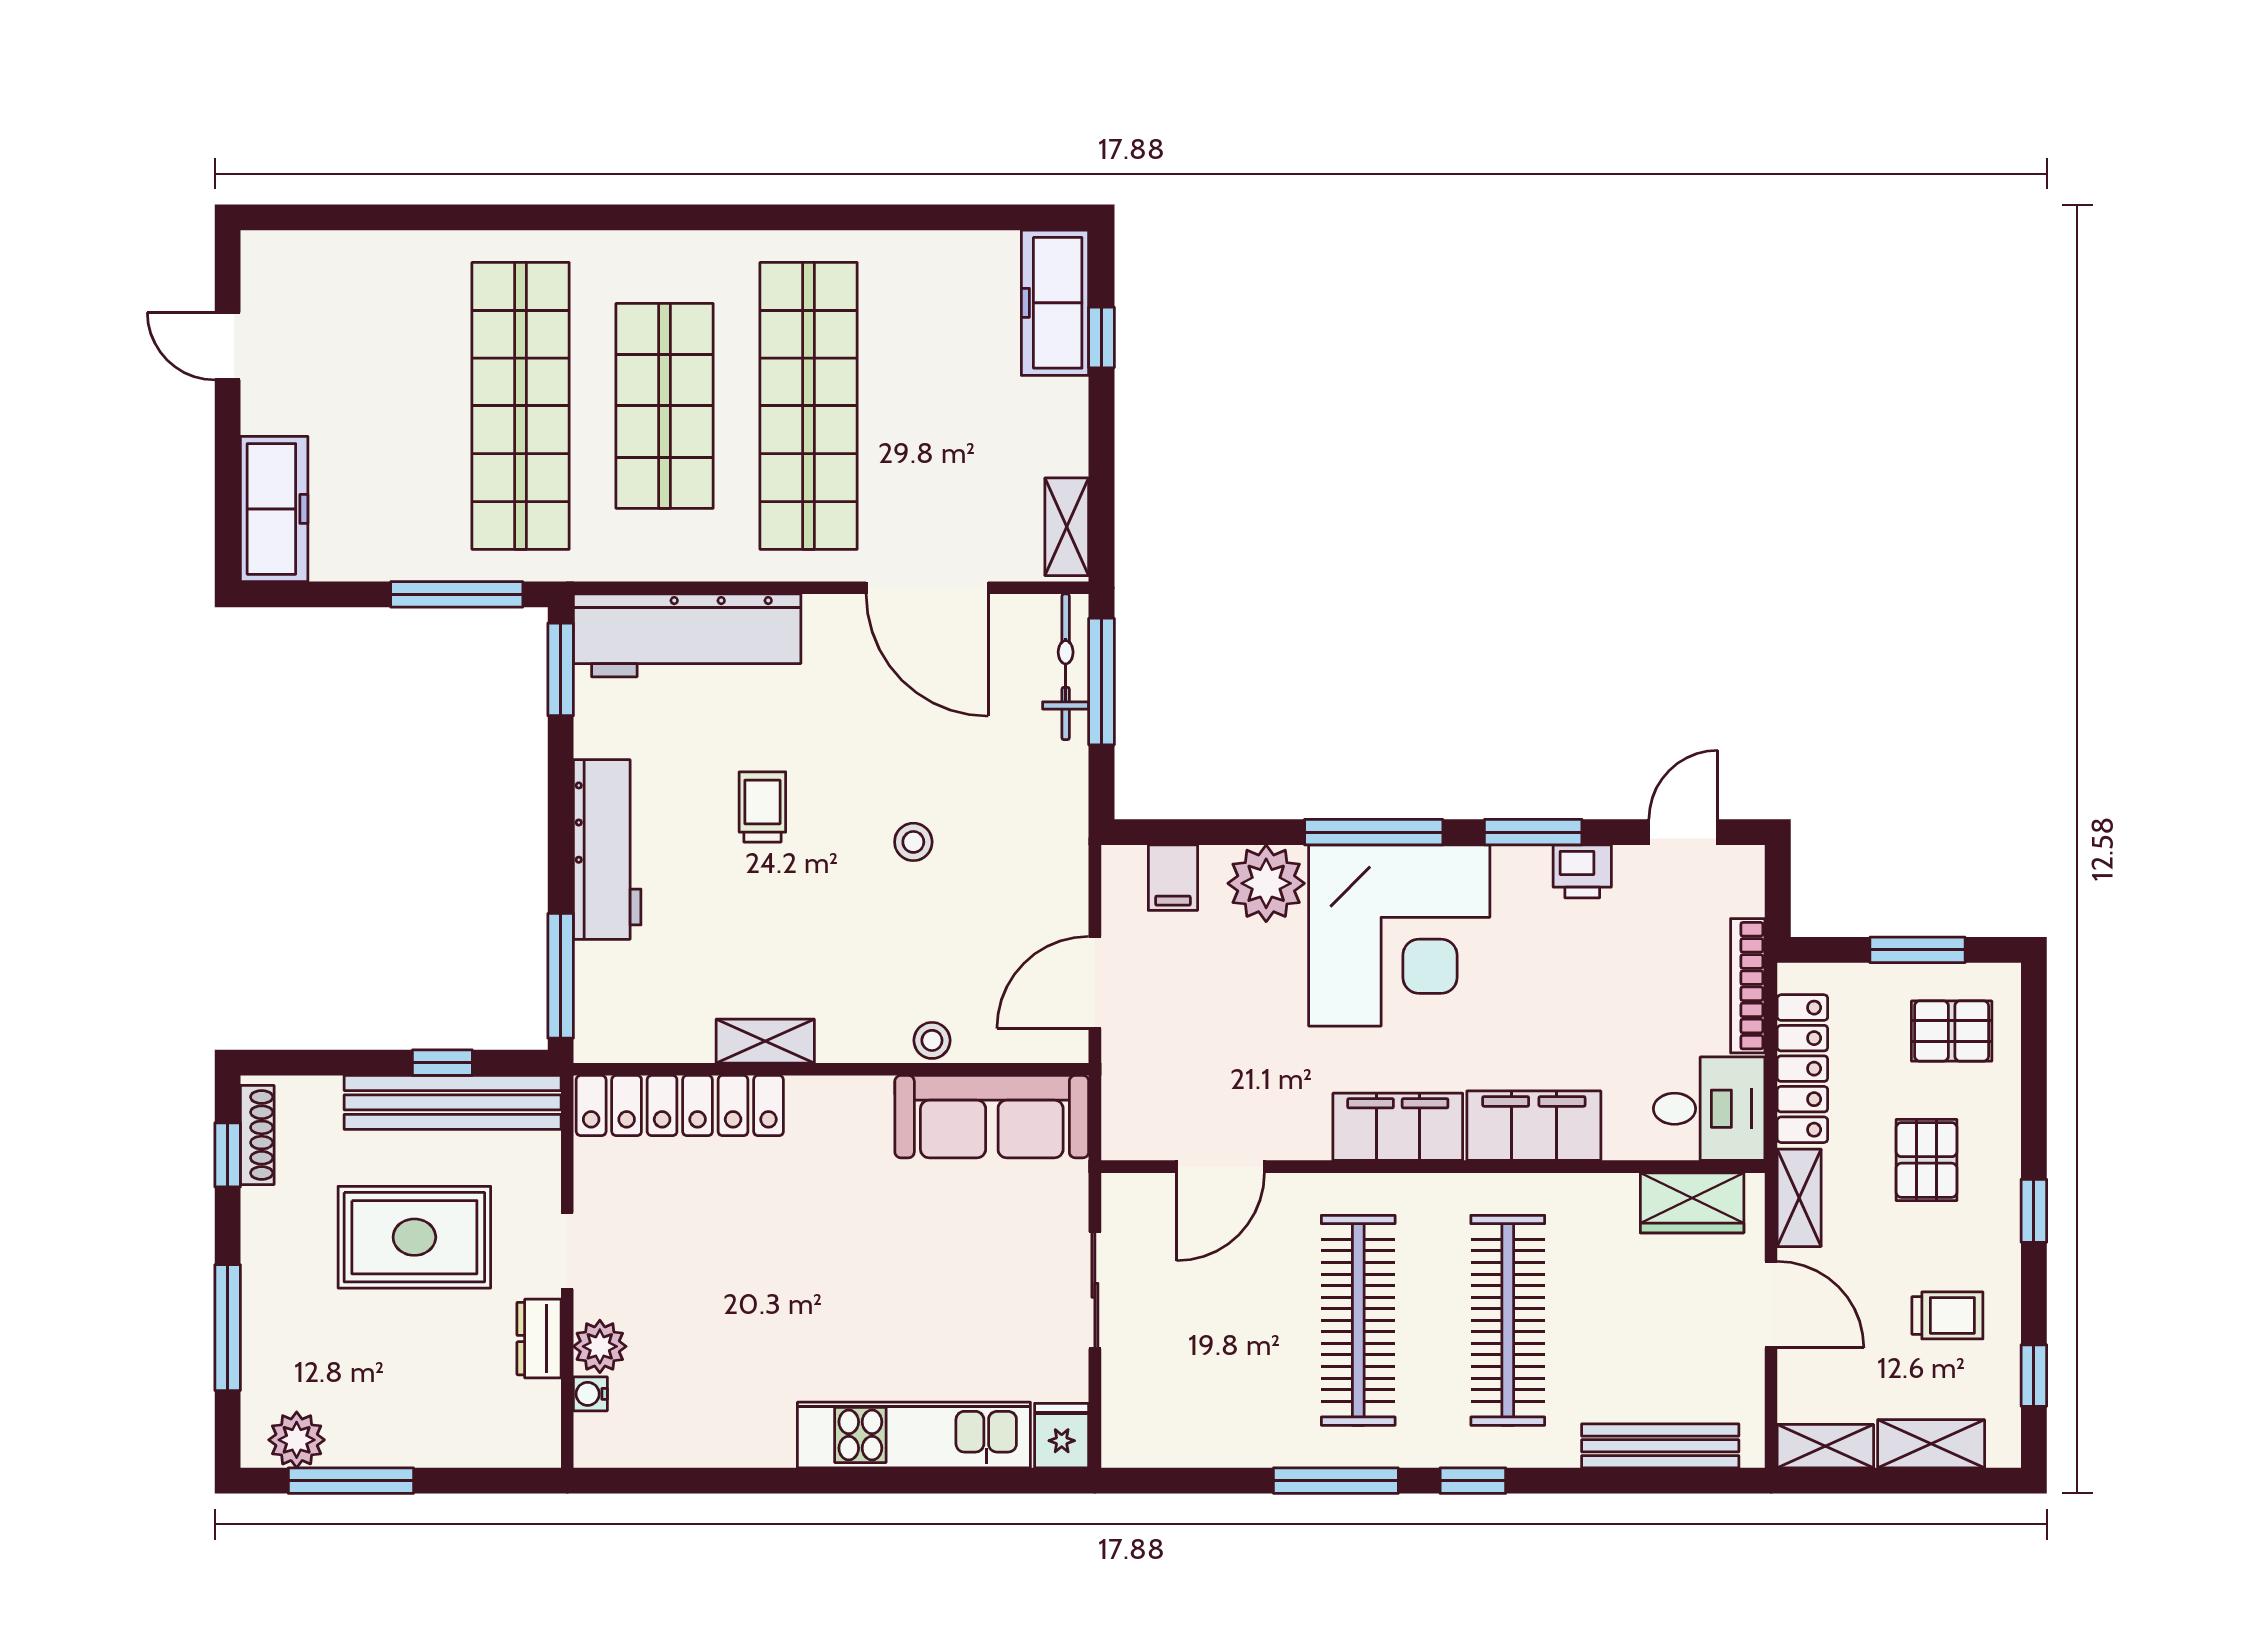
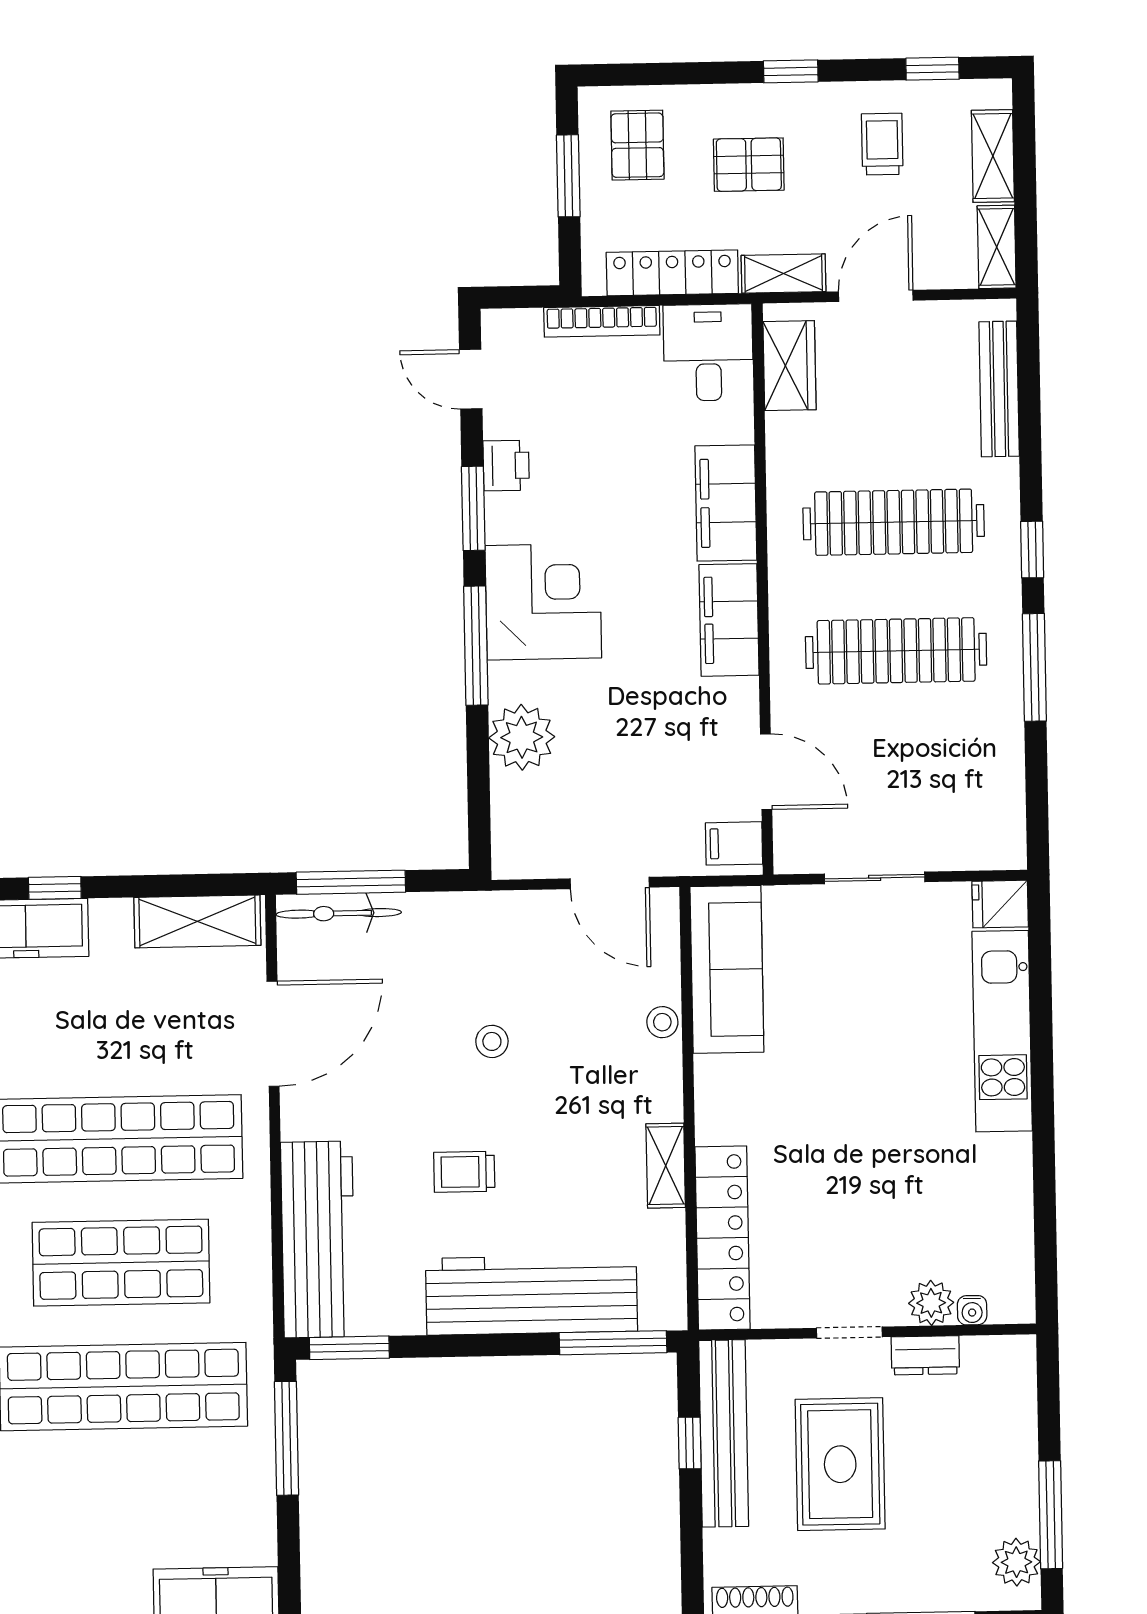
shelving: (1067, 527) -> (197, 921), width x1.50, depth x1.33
workbench: (607, 850) -> (531, 1295), width x1.36, depth x1.32
filing cabinet: (1173, 878) -> (734, 843), moved, turned 180
corner desk: (1399, 935) -> (543, 602), width x0.74, depth x0.74

